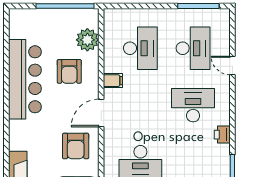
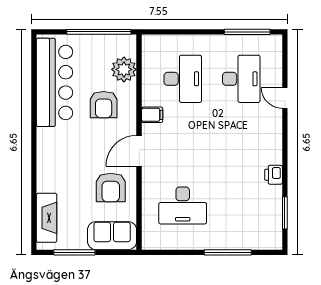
bar counter: (25, 79) -> (54, 82), moved
desk: (193, 105) -> (241, 142), removed

